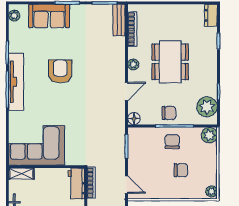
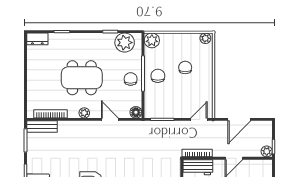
chair: (172, 142) -> (158, 76), turned 90

